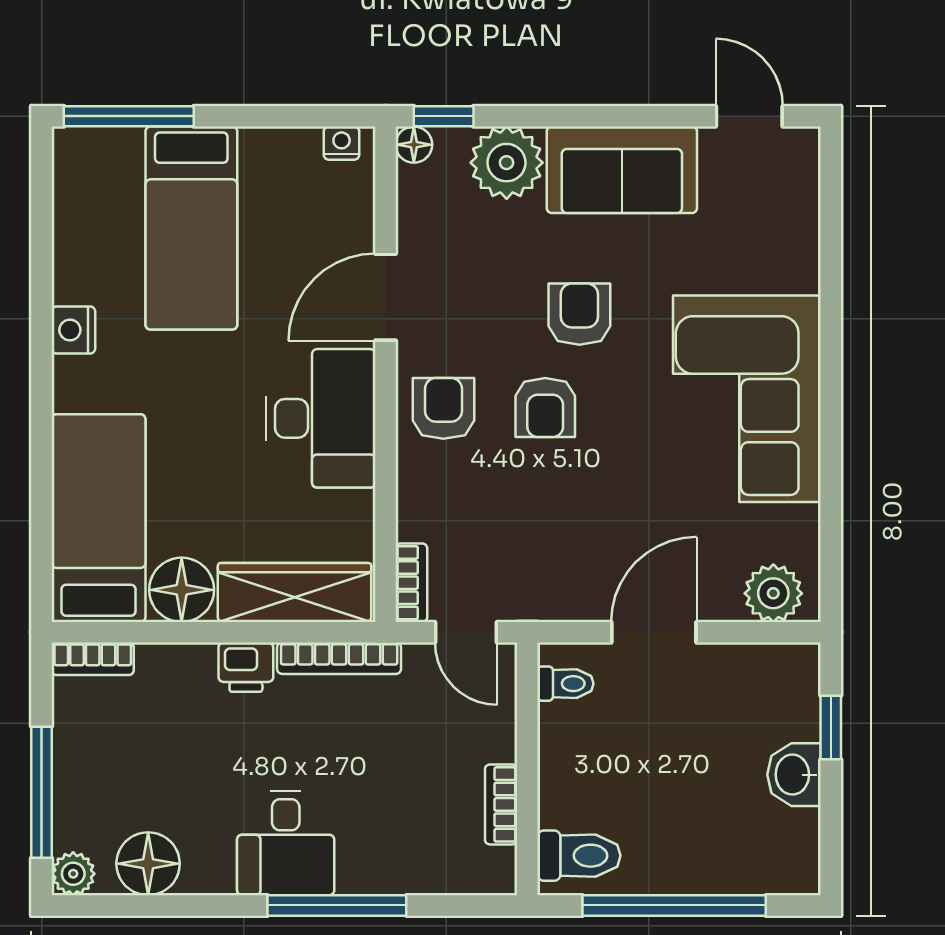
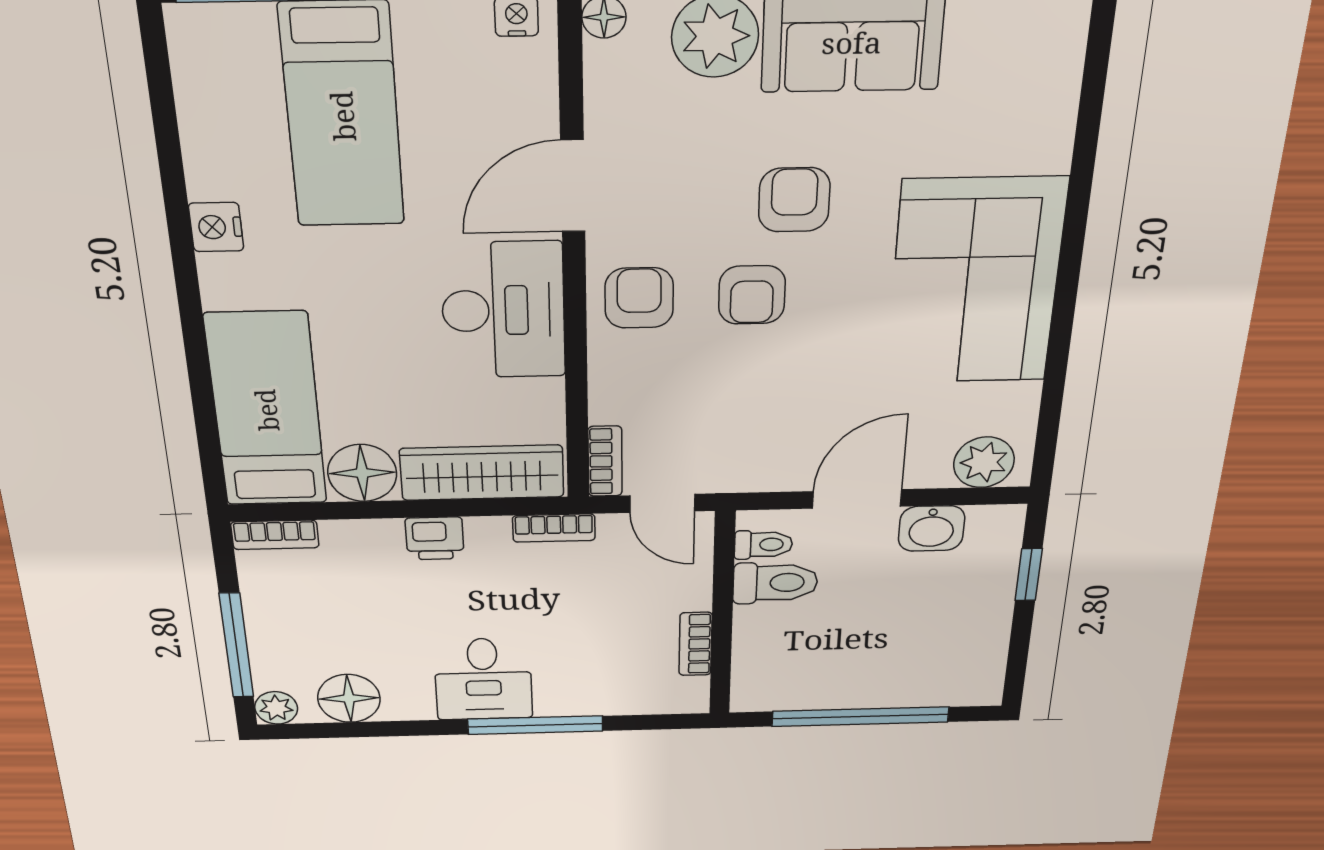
bookcase: (339, 658) -> (554, 528), width x0.64
washbasin: (794, 775) -> (931, 528), moved, turned -90
toilet: (579, 856) -> (775, 583), moved

